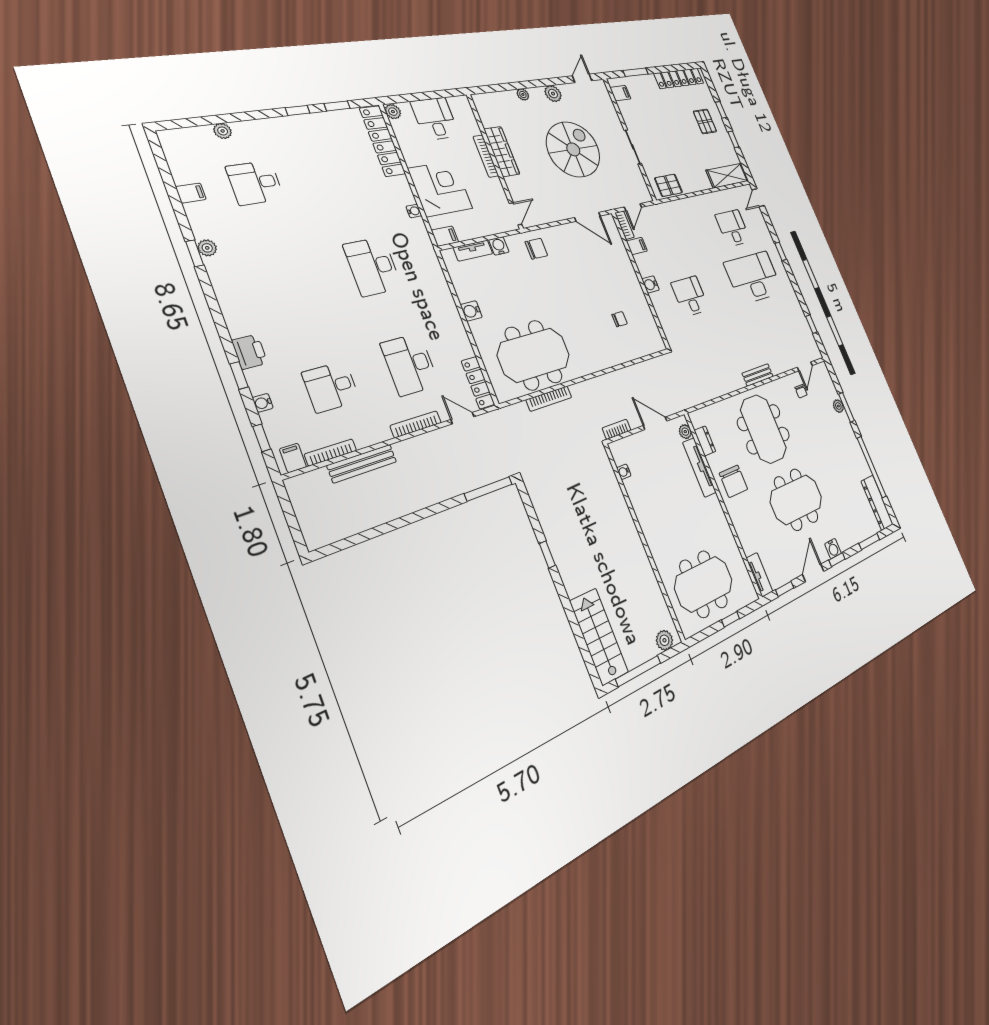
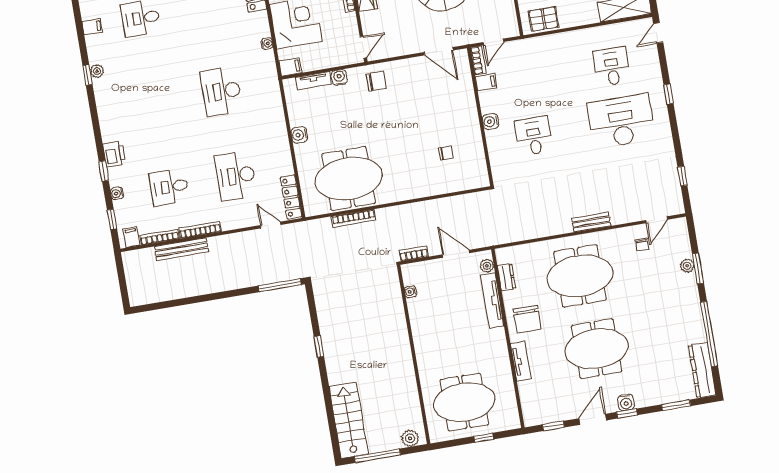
bookcase: (416, 424) -> (200, 230), moved
meeting table: (763, 429) -> (580, 276), turned 90
tv unit: (759, 575) -> (521, 361), moved

